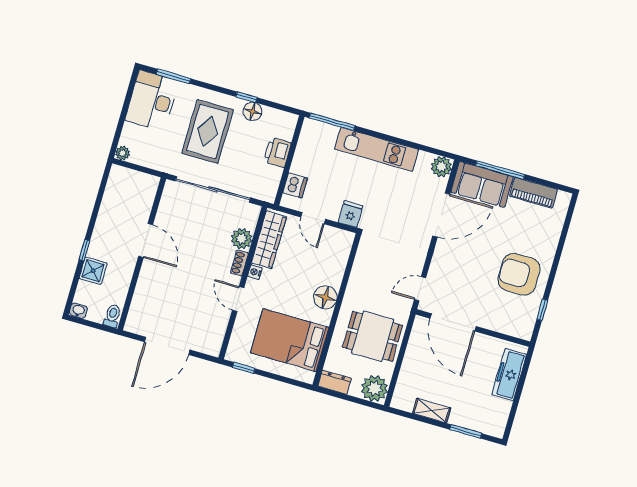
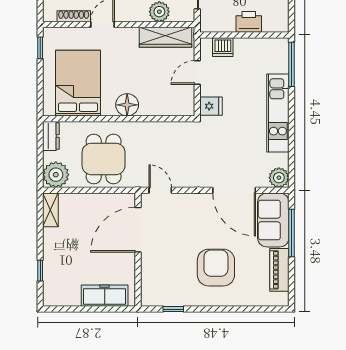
shoe rack: (240, 263) -> (74, 16), moved, width x1.43
nightstand: (255, 272) -> (132, 33), removed
armchair: (519, 274) -> (216, 268), moved
shelving: (432, 411) -> (50, 210), moved
window: (466, 431) -> (40, 271), width x0.67

